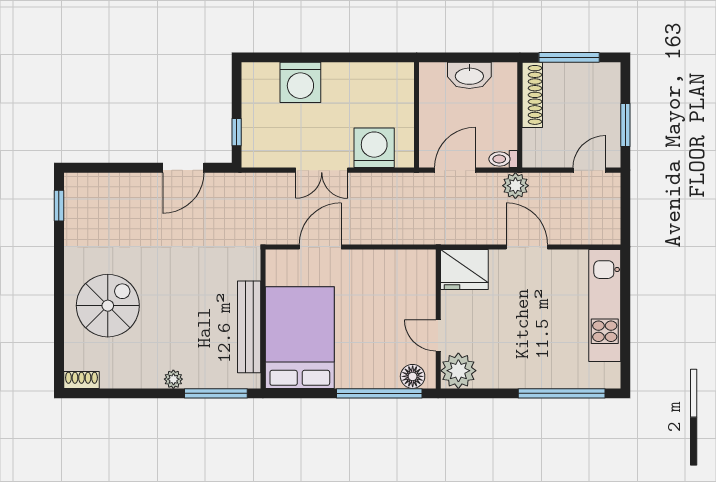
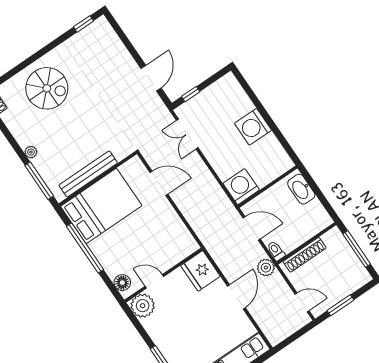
washbasin: (469, 75) -> (301, 189), moved
washing machine: (300, 82) -> (253, 127), moved
shoe rack: (532, 95) -> (305, 255), moved
washing machine: (374, 148) -> (241, 187), moved, turned -90
door: (183, 168) -> (151, 78), swing flipped
double door: (322, 170) -> (187, 134), moved
door: (438, 335) -> (154, 281), hinge flipped
window: (379, 393) -> (85, 248), moved

